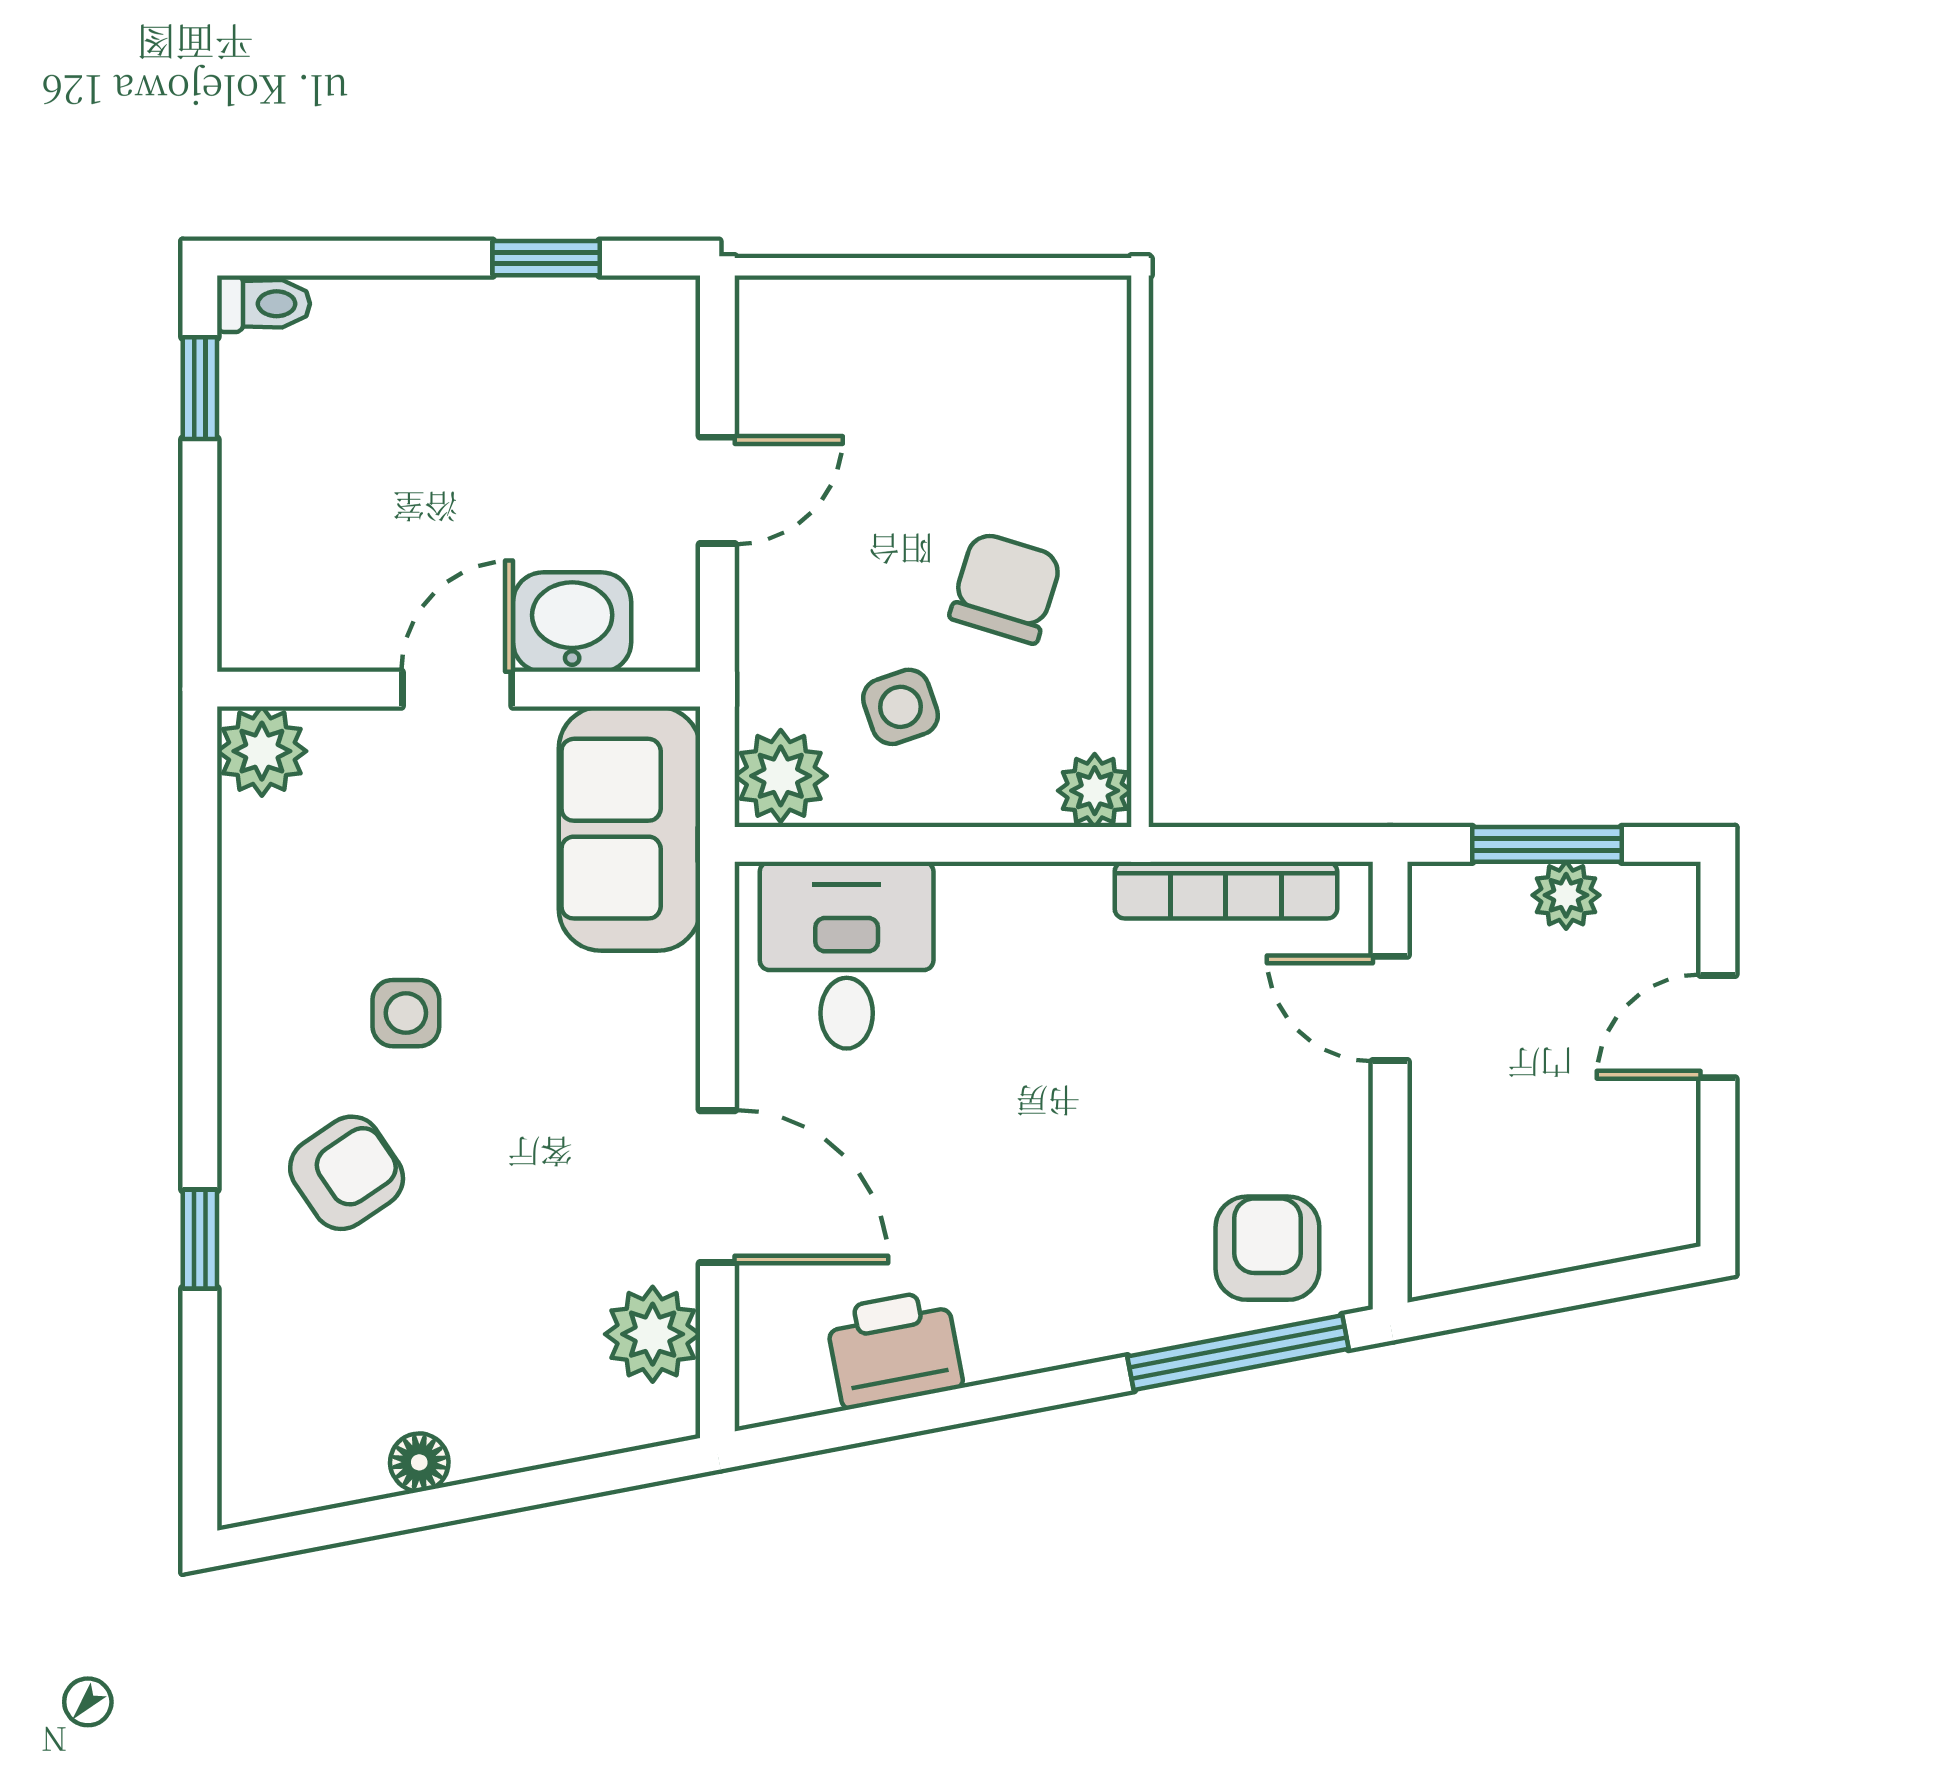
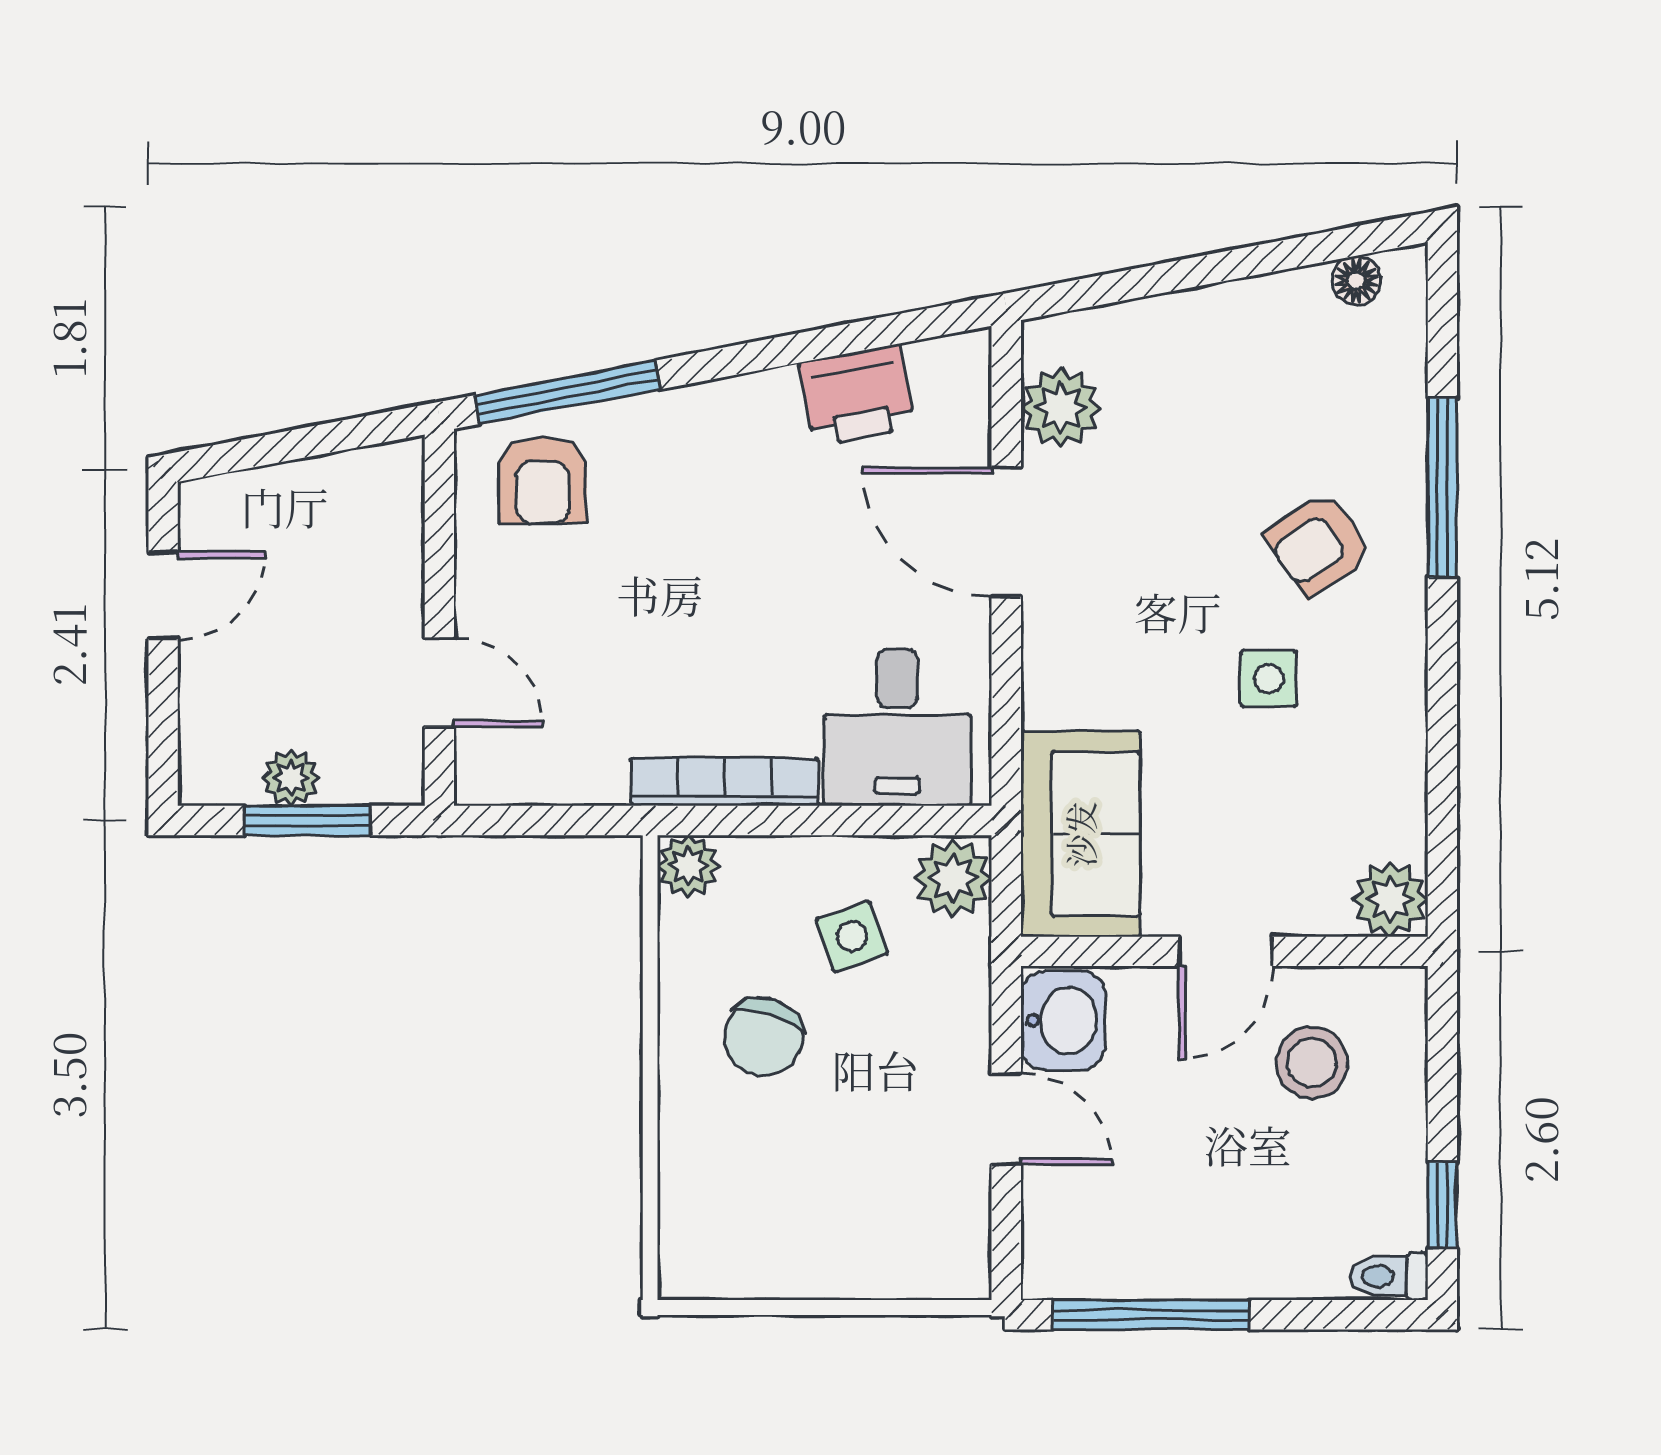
window: (546, 258) -> (1151, 1315), width x2.17
door: (717, 490) -> (1006, 1119), swing flipped
stool: (355, 557) -> (1312, 1063), added
washbasin: (572, 622) -> (1063, 1020), moved, turned -90
bookcase: (1226, 890) -> (725, 782), moved
door: (1718, 1027) -> (163, 595), moved
window: (200, 1239) -> (1442, 488), width x2.17
floor lamp: (419, 1462) -> (1356, 281), moved

